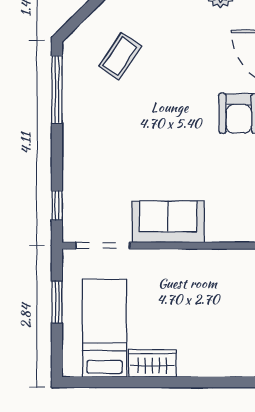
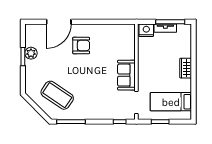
coffee table: (120, 56) -> (57, 95), width x1.86, depth x1.72
wardrobe: (152, 363) -> (186, 68), moved

